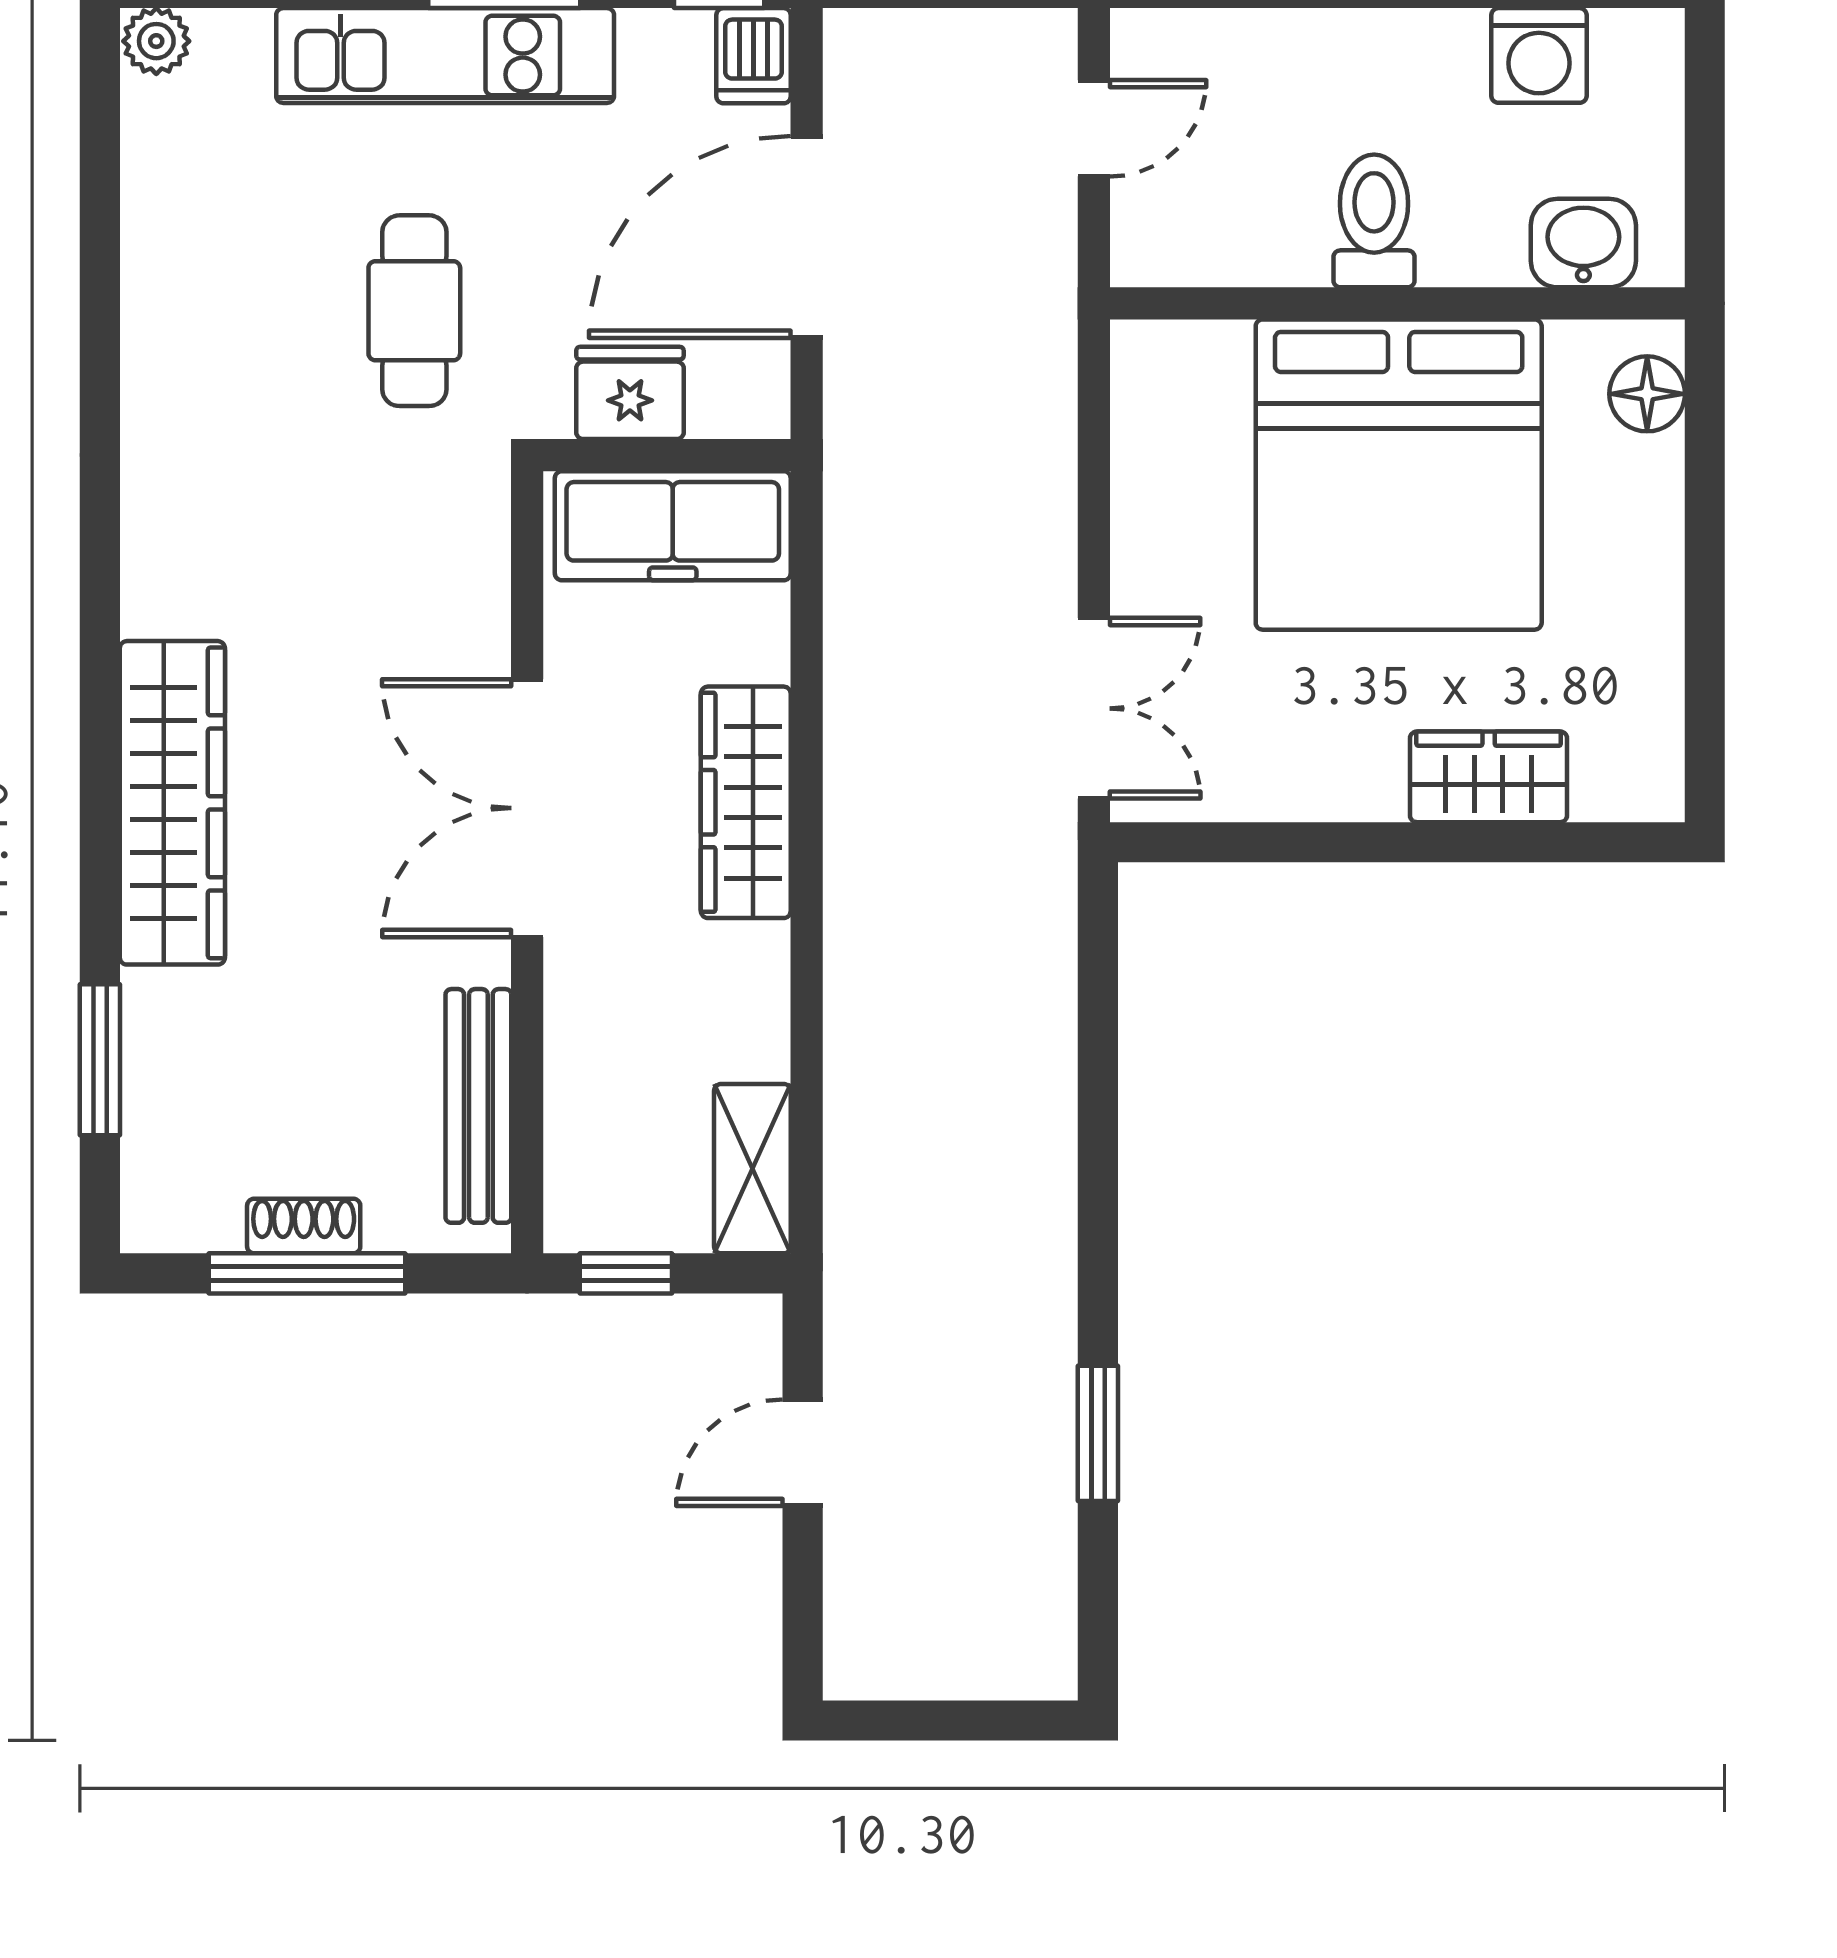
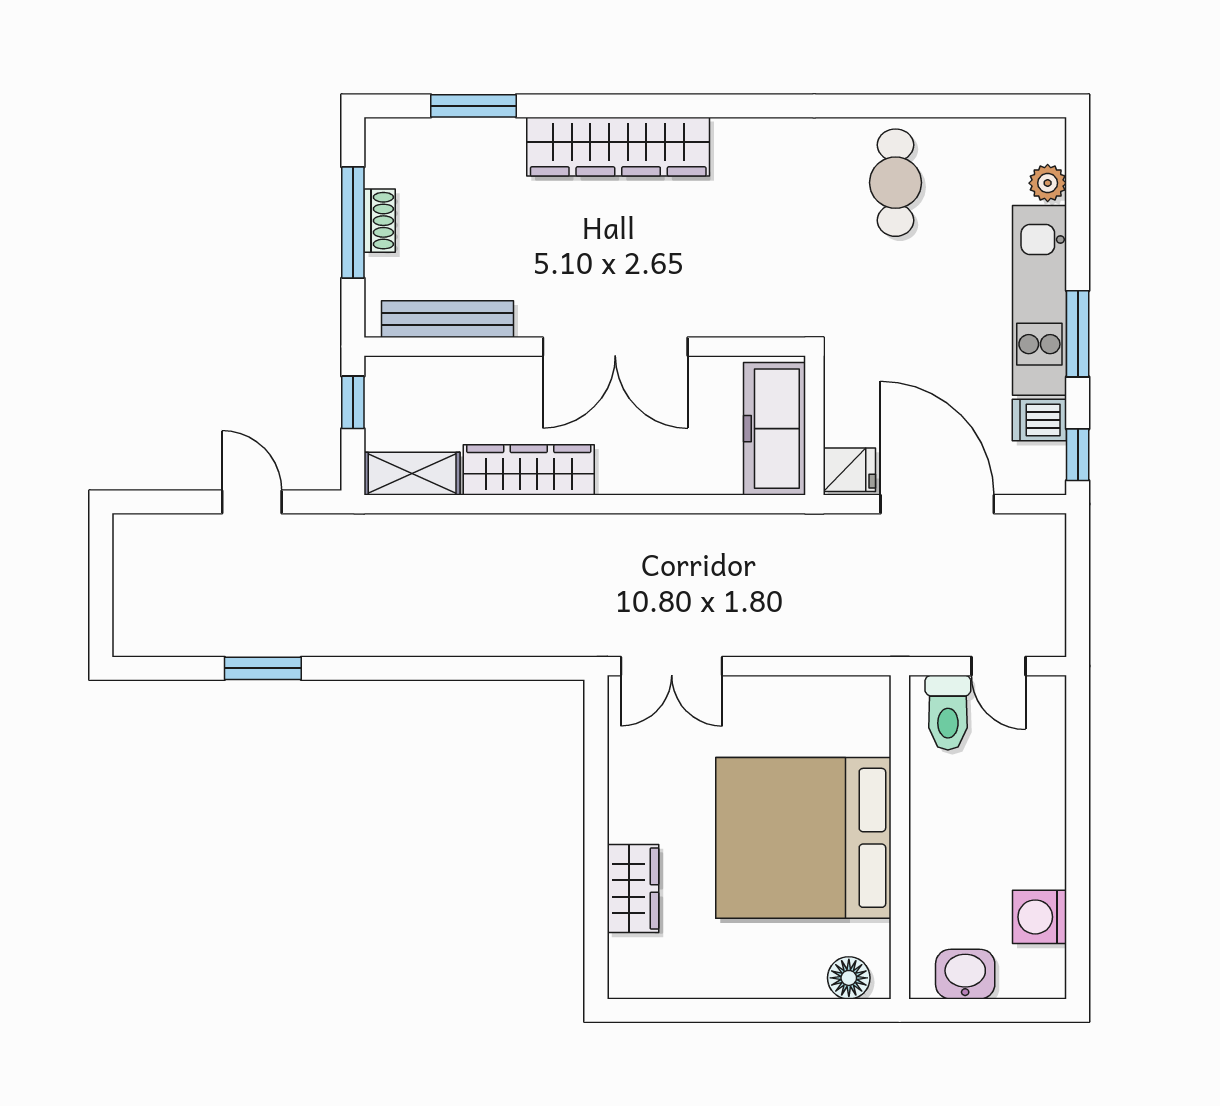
plant: (156, 41) -> (1048, 183), moved
dishwasher: (754, 56) -> (1039, 420), moved
toilet: (1374, 221) -> (948, 713), moved, turned 90
washbasin: (1583, 243) -> (965, 974), moved, turned -90
cafe table: (414, 311) -> (896, 183), moved, turned 90
fridge: (630, 393) -> (849, 470), moved, width x0.72
wardrobe: (746, 802) -> (529, 470), moved
double door: (527, 808) -> (615, 347), swing flipped

